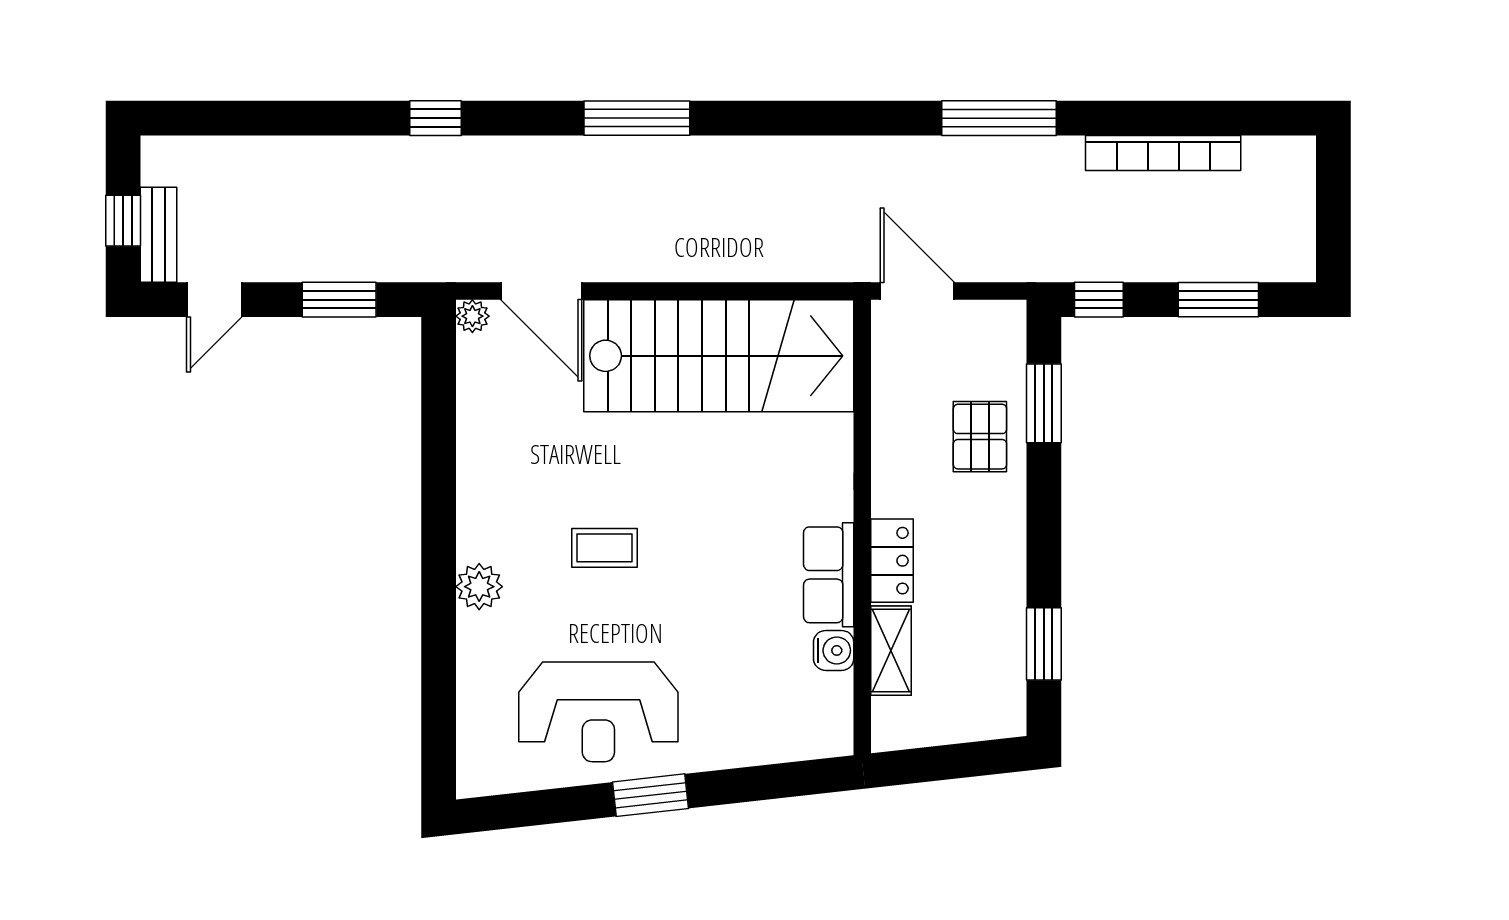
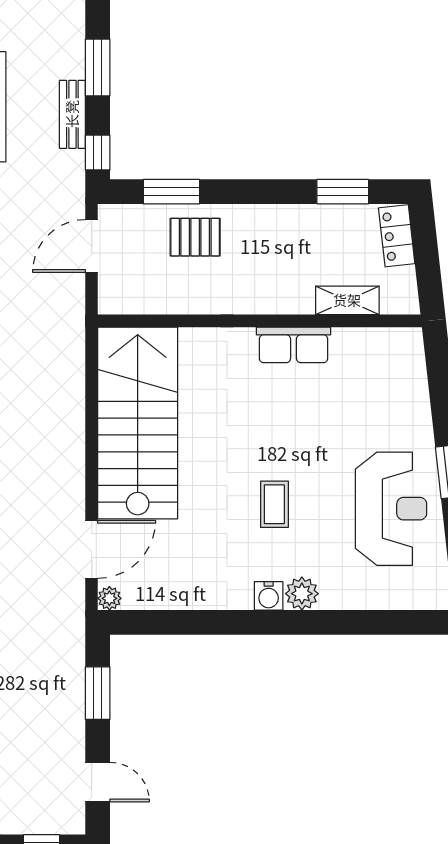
bench: (159, 235) -> (72, 114), moved, turned 90
door: (917, 291) -> (92, 246), moved
locker: (892, 561) -> (397, 236), moved, turned -96
water cooler: (834, 650) -> (269, 596), moved, turned 180

